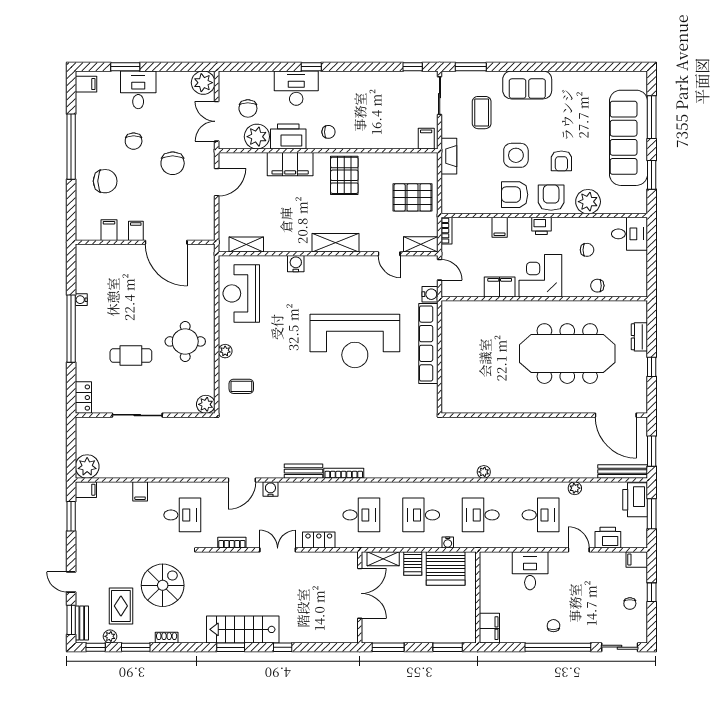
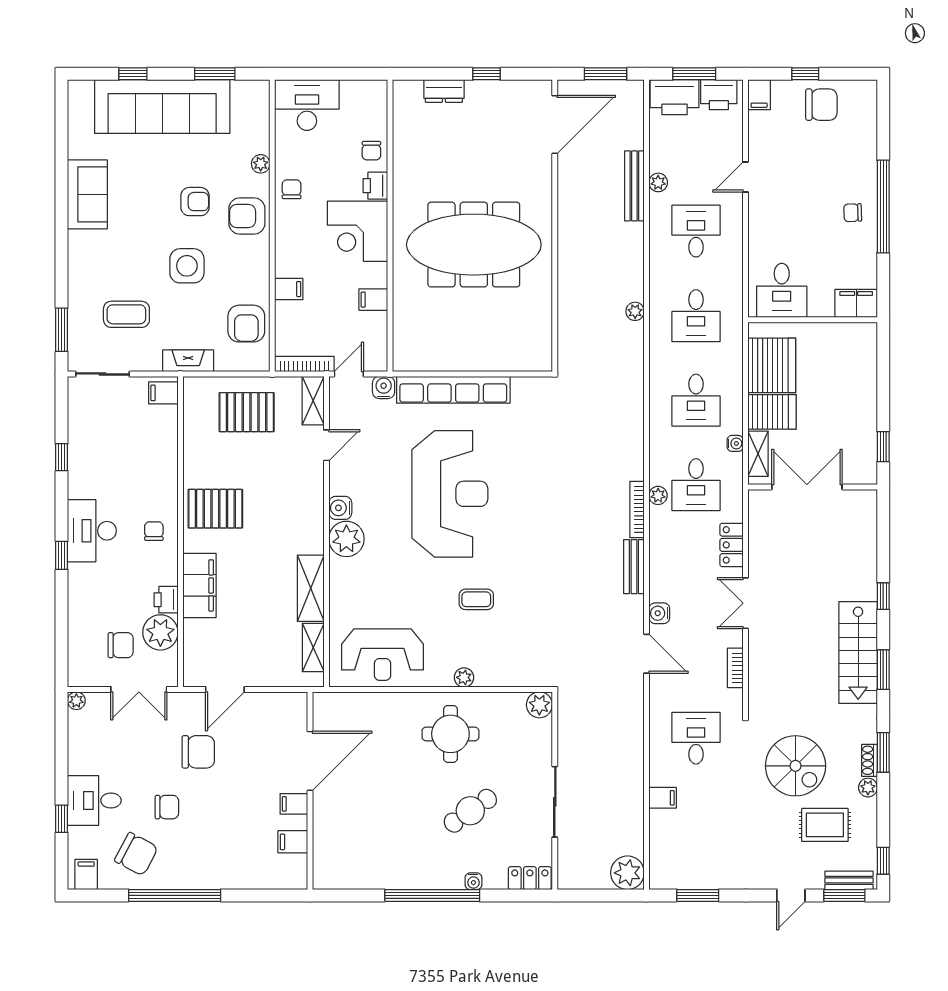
window: (125, 67) -> (62, 819), width x0.67
window: (413, 67) -> (62, 457), moved
plant: (203, 83) -> (76, 701), width x0.53, depth x0.53
sofa: (527, 85) -> (87, 194), moved
desk: (296, 88) -> (92, 531), moved
window: (652, 117) -> (133, 74), width x0.46
printer: (288, 136) -> (166, 600), width x0.53, depth x0.68
chair: (105, 181) -> (136, 854), moved, turned 118
door: (217, 182) -> (225, 689), swing flipped
armchair: (515, 195) -> (246, 324), moved
pallet: (413, 197) -> (247, 412), turned 90
plant: (588, 202) -> (261, 164), width x0.53, depth x0.53
printer: (541, 226) -> (375, 186), moved, turned 180
bookcase: (447, 231) -> (304, 364), width x1.56
desk: (630, 234) -> (307, 105), width x1.37
shelving: (336, 243) -> (311, 588), moved
chair: (587, 250) -> (292, 189), moved
water cooler: (296, 264) -> (340, 508), moved
plant: (323, 268) -> (346, 539), added
filing cabinet: (500, 287) -> (373, 300), width x0.50
water cooler: (81, 300) -> (473, 881), moved
meeting table: (567, 354) -> (474, 245), moved, turned 90
cafe table: (131, 356) -> (470, 811), turned 55
coffee table: (241, 386) -> (476, 599), moved, turned 90
bench: (623, 471) -> (634, 186), moved
plant: (354, 488) -> (658, 495), added
filing cabinet: (86, 490) -> (660, 875), removed
desk: (361, 515) -> (696, 485), turned 180
printer: (608, 538) -> (719, 95), moved, turned -90
water cooler: (448, 543) -> (735, 443), moved
server rack: (413, 563) -> (772, 412), width x1.36, depth x1.44
desk: (530, 571) -> (782, 290), moved, turned -90
spiral stairs: (163, 585) -> (796, 766), turned 180
chair: (630, 604) -> (821, 105), width x1.87, depth x1.87
plant: (110, 636) -> (868, 788), moved
window: (136, 647) -> (883, 752), moved
window: (388, 647) -> (883, 447), width x0.67
window: (448, 647) -> (883, 362), removed
sliding door: (620, 647) -> (883, 119), removed

